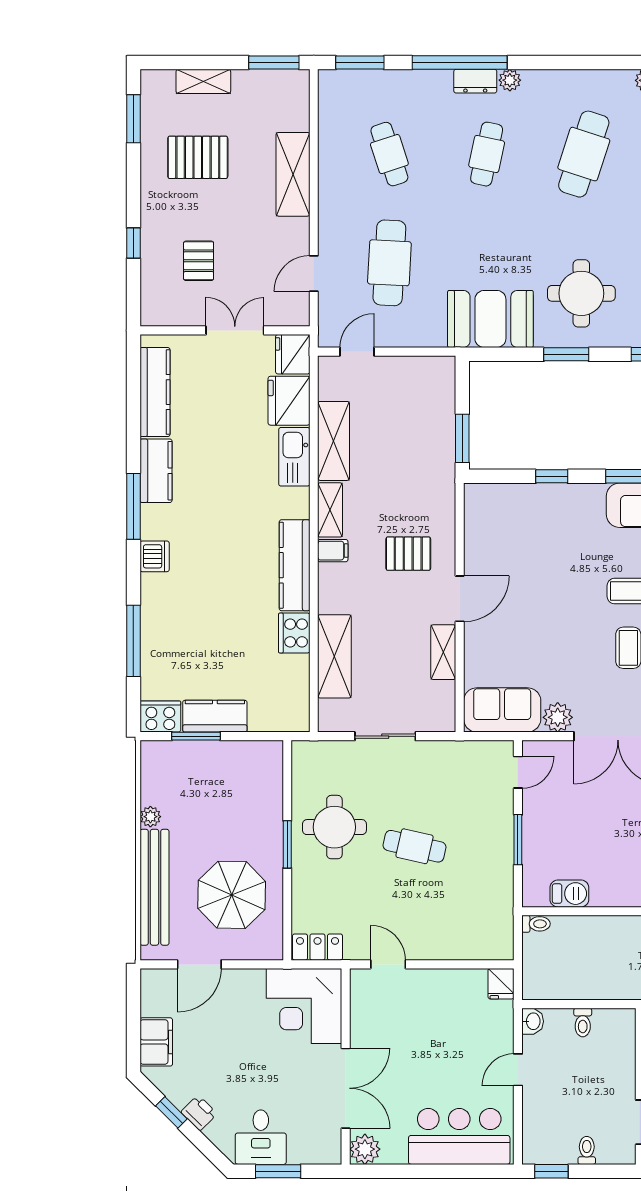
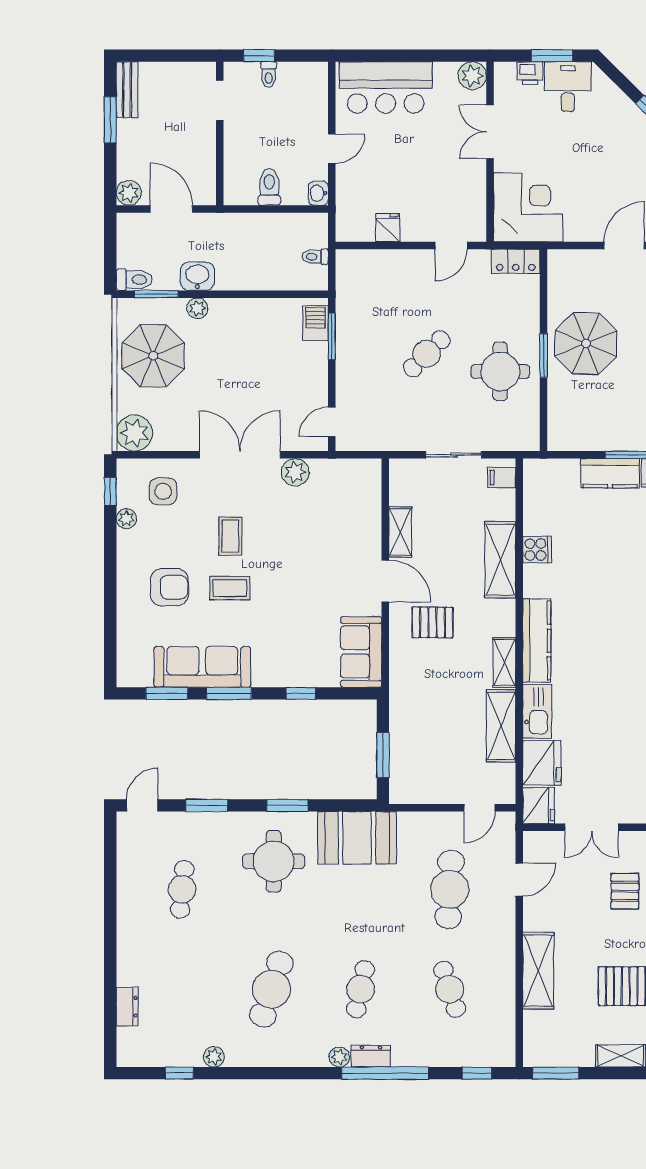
window: (360, 63) -> (477, 1073), width x0.67
window: (462, 438) -> (383, 755), moved
filing cabinet: (333, 551) -> (502, 478), moved
kitchen counter: (295, 565) -> (537, 641), moved
door: (460, 599) -> (385, 581), swing flipped
cooker: (294, 633) -> (537, 550), width x0.73
shelving: (334, 656) -> (500, 560), moved
sofa: (502, 710) -> (361, 652), moved, turned 90
window: (518, 840) -> (332, 336), moved
cafe table: (415, 846) -> (427, 354), turned -58
barbecue: (569, 894) -> (315, 323), moved, turned 90
parasol: (232, 895) -> (586, 343), moved
toilet: (536, 924) -> (315, 257), moved
door: (388, 964) -> (451, 245), hinge flipped
fridge: (501, 984) -> (388, 228), moved
toilet: (583, 1022) -> (269, 187), width x1.37, depth x1.39
double door: (346, 1088) -> (490, 132), width x0.73
printer: (199, 1113) -> (530, 73), moved, turned -45
window: (551, 1171) -> (259, 56), moved

